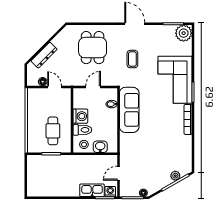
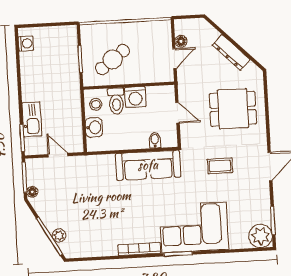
dresser: (44, 55) -> (231, 52), moved
cafe table: (53, 131) -> (113, 59), turned -37
washing machine: (110, 192) -> (26, 43), moved

